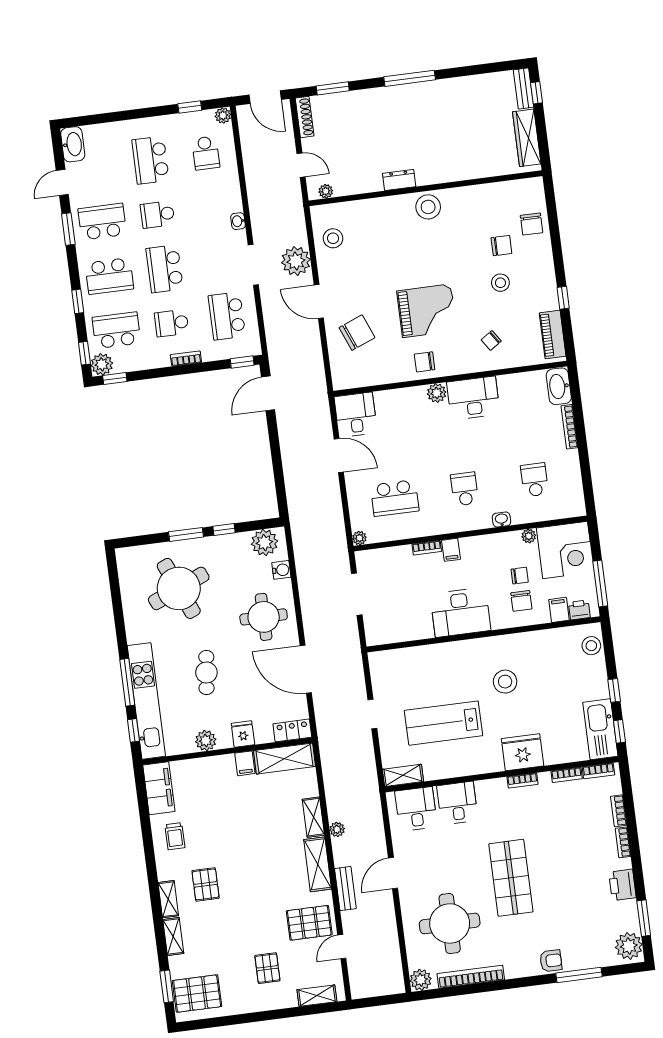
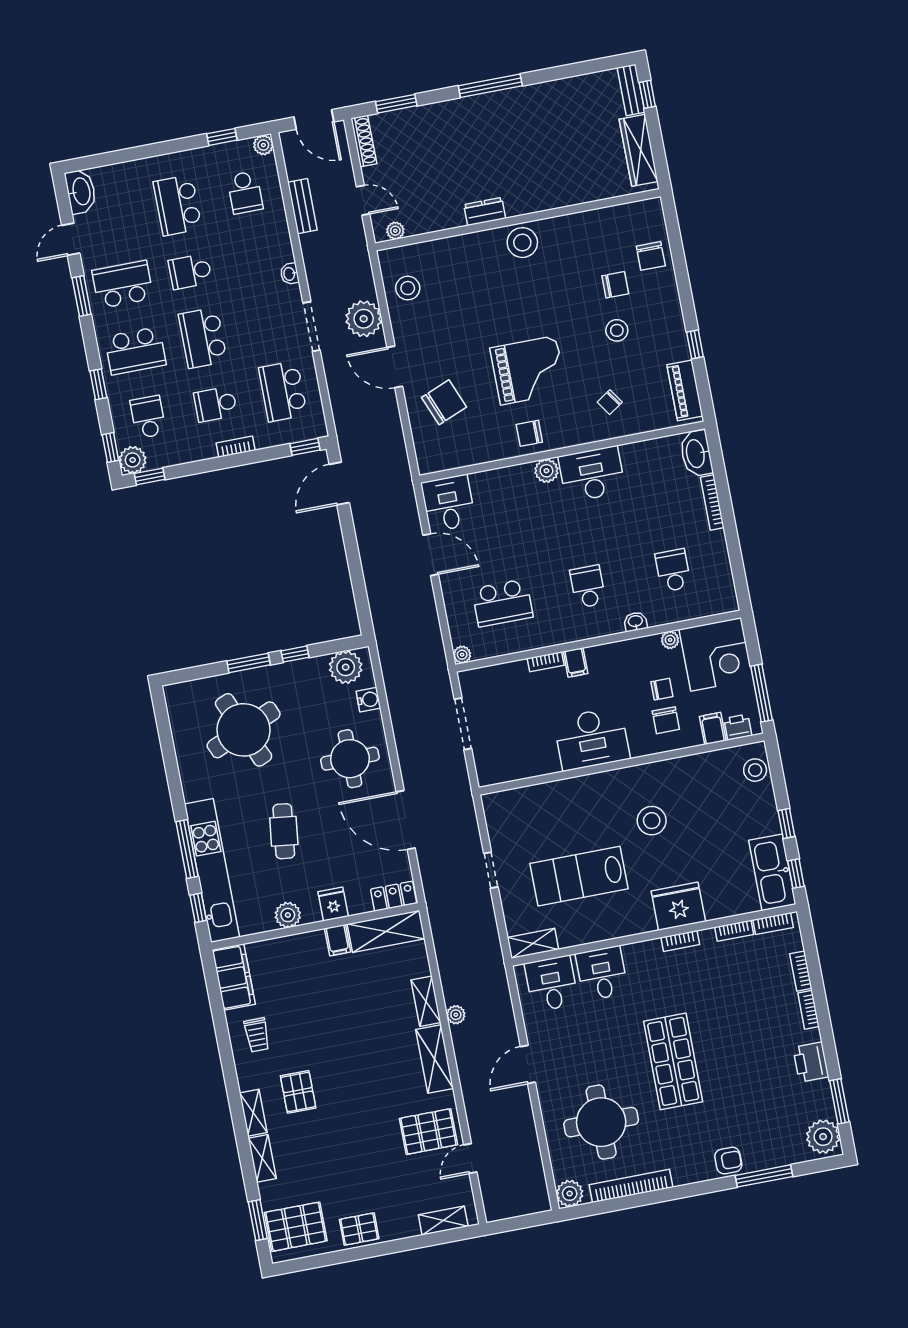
school desk: (116, 330) -> (148, 417), width x0.54
bench: (345, 889) -> (302, 206), moved
pallet: (267, 968) -> (359, 1229), moved, turned 90

